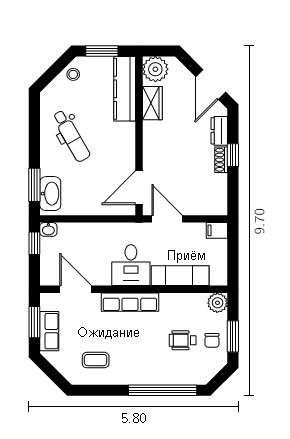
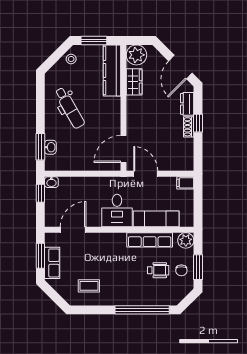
washbasin: (50, 194) -> (50, 147), width x0.52, depth x0.69
door: (76, 289) -> (73, 230), hinge flipped
row of seats: (130, 302) -> (150, 240), moved
wheelchair: (183, 340) -> (158, 270), turned 180

